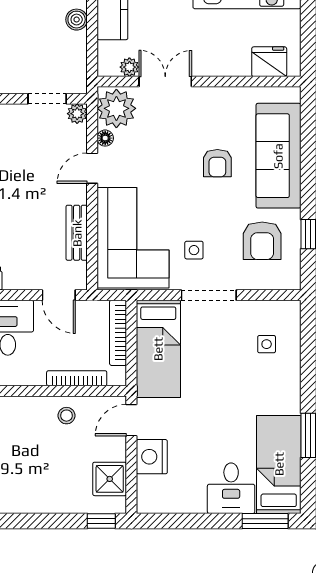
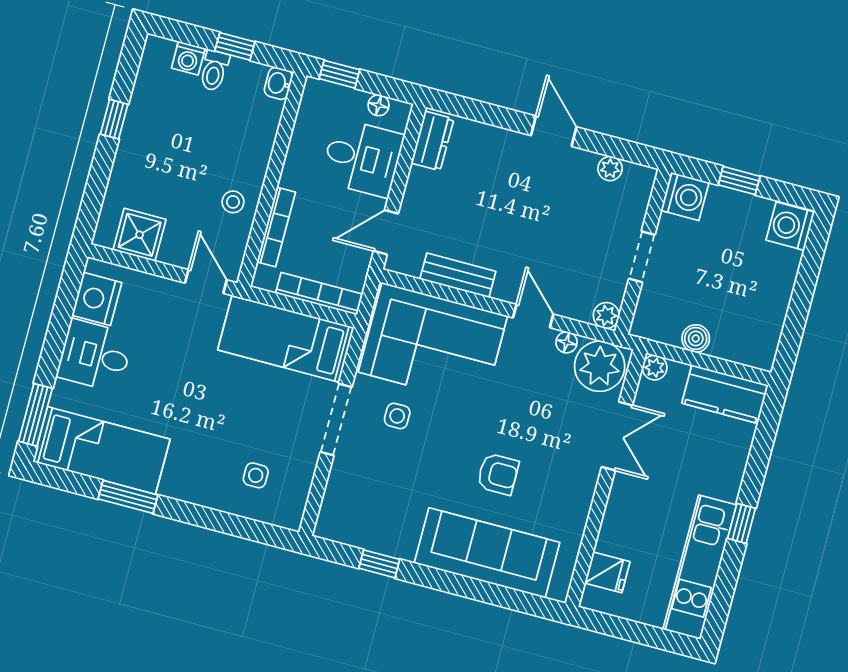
boiler: (77, 20) -> (696, 338), moved
fridge: (269, 62) -> (607, 572), width x0.72
plant: (129, 67) -> (655, 368), moved
doorway: (47, 99) -> (642, 257), moved
armchair: (217, 163) -> (498, 474), turned 180
armchair: (262, 241) -> (386, 504), removed
nightstand: (152, 457) -> (97, 299), moved, turned -90
desk: (231, 488) -> (95, 356), moved
window: (101, 521) -> (114, 119), moved

